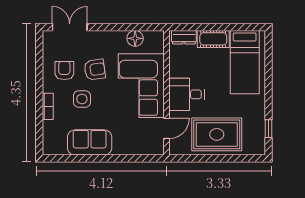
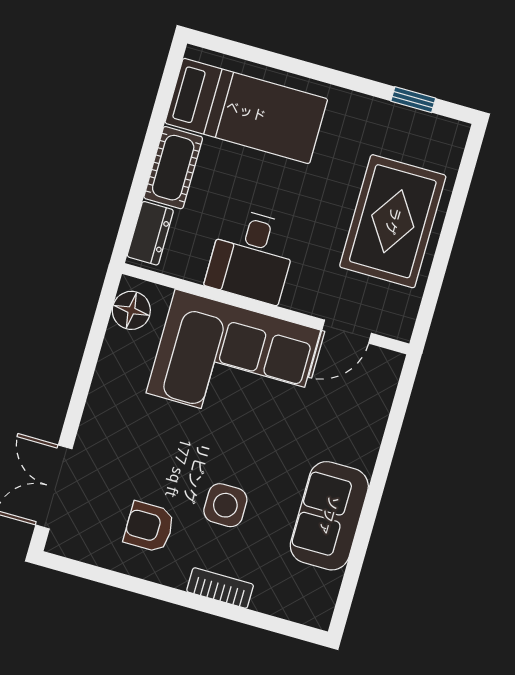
floor lamp: (135, 38) -> (131, 310), moved
armchair: (95, 70) -> (167, 457), removed
desk: (186, 94) -> (252, 256), moved
door: (166, 128) -> (347, 332), swing flipped

